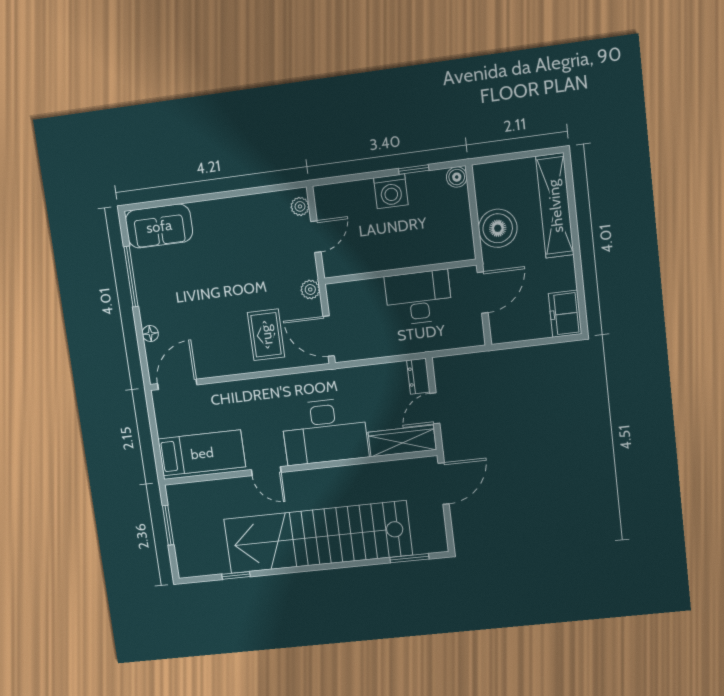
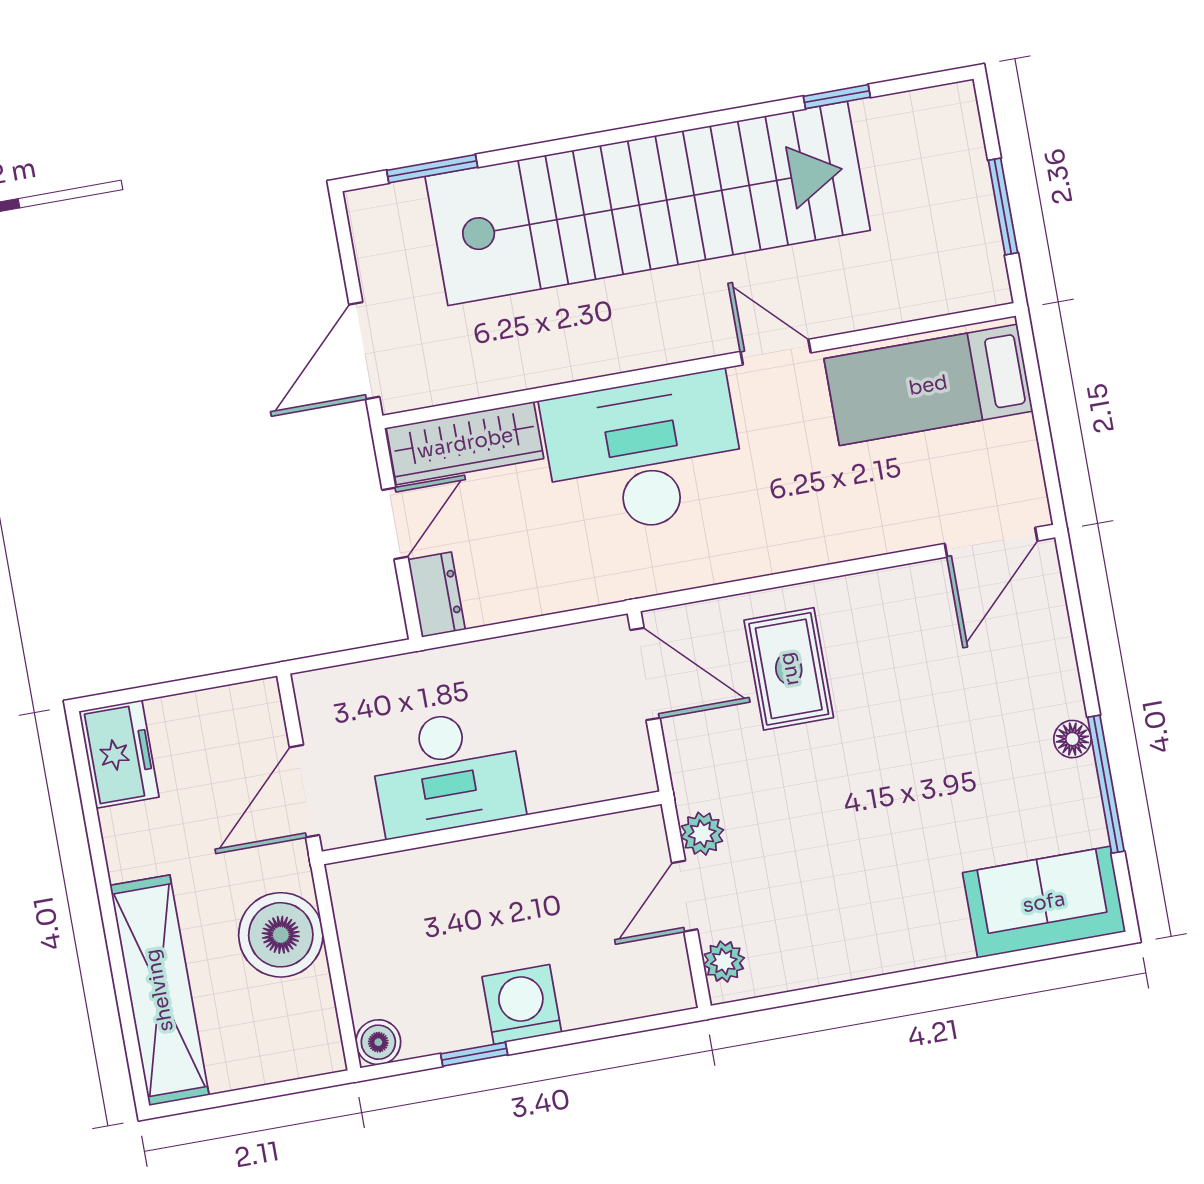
plant: (310, 289) -> (702, 834), moved
floor lamp: (150, 334) -> (1072, 739), moved

